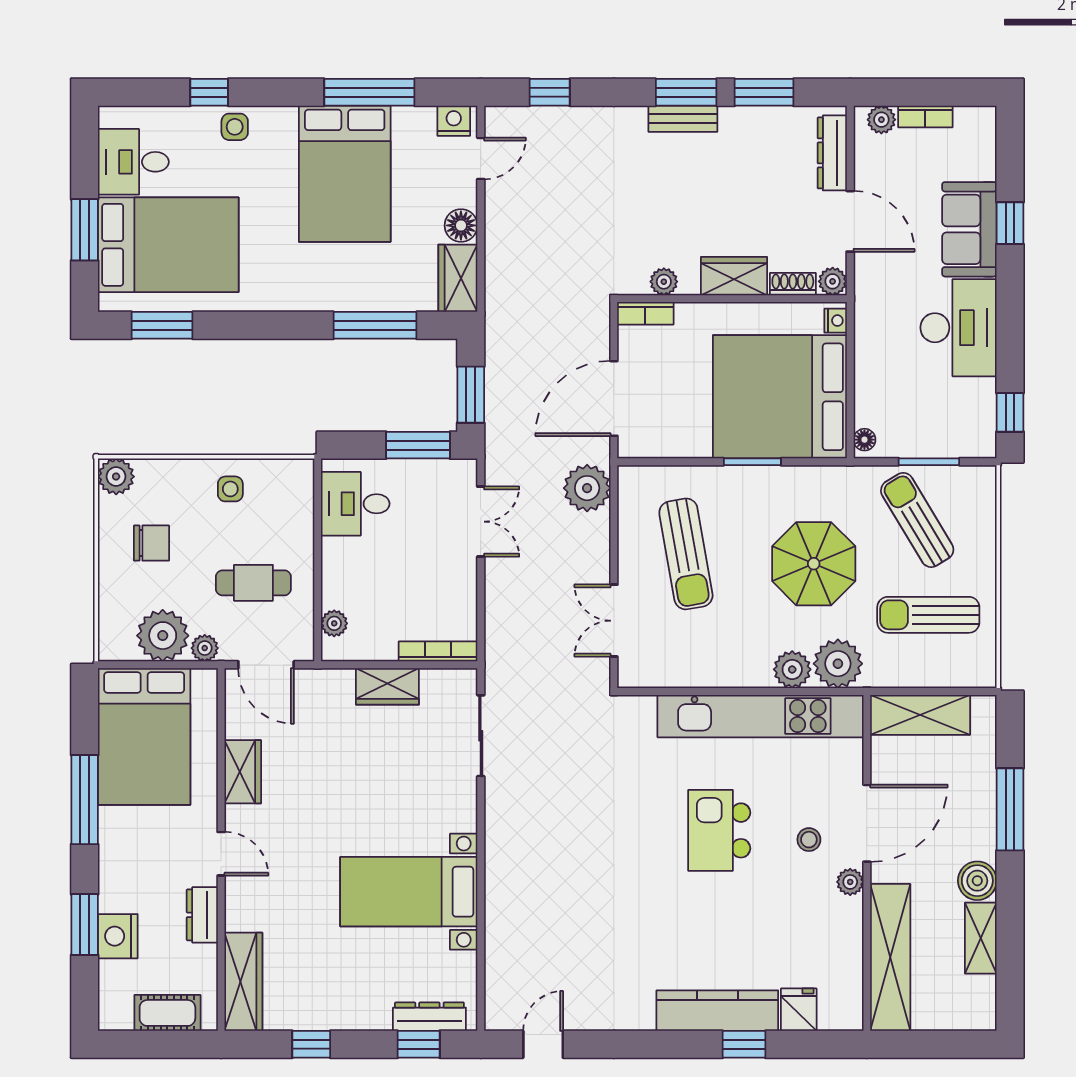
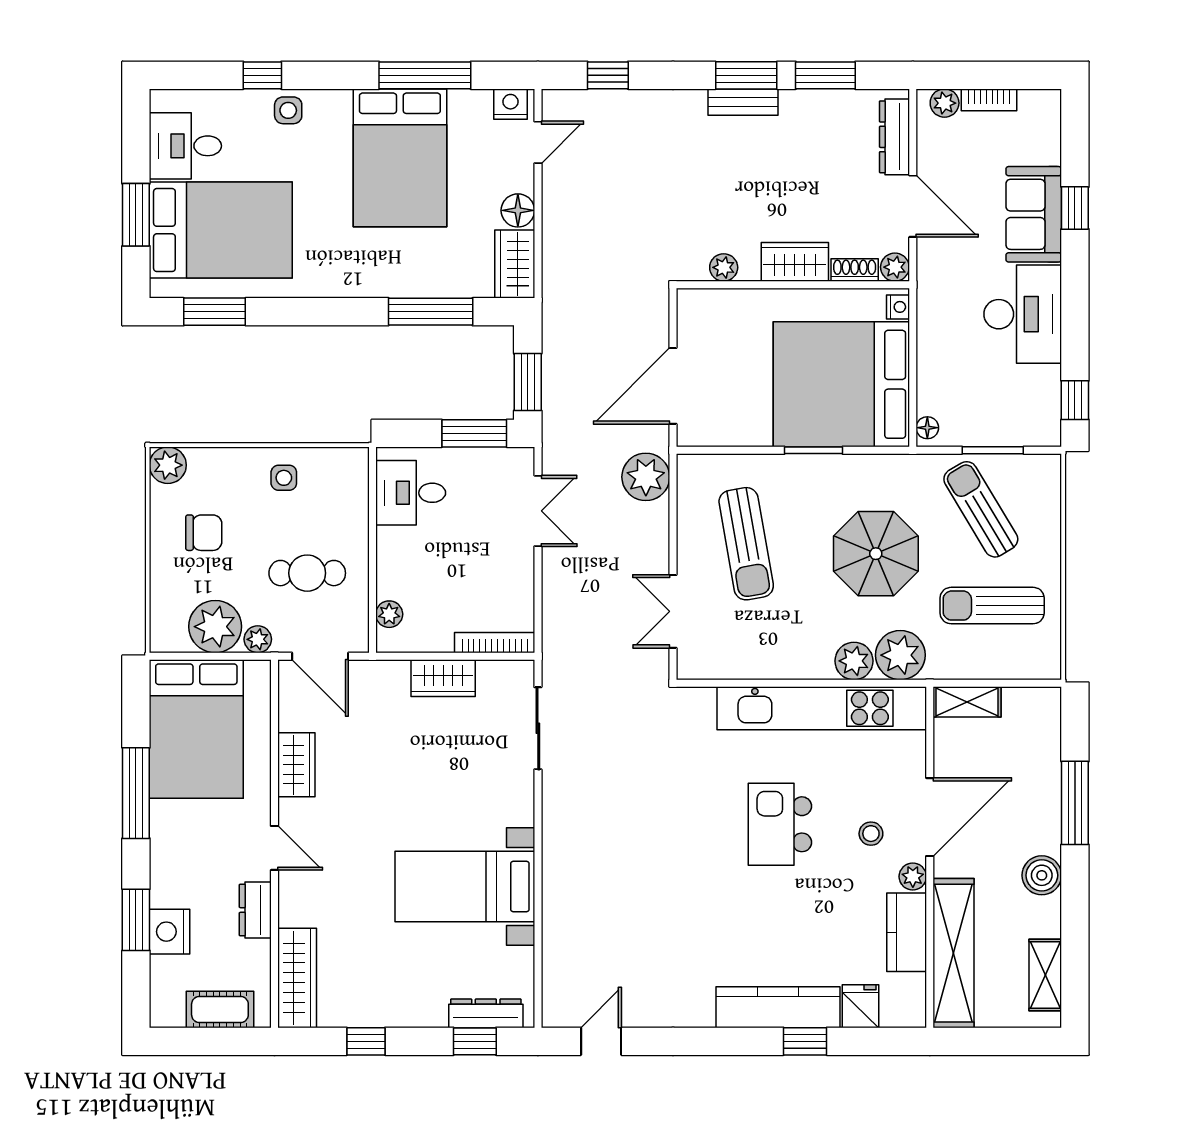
bookcase: (645, 313) -> (705, 300), removed
shelving: (920, 715) -> (967, 702), width x0.67, depth x0.75
kitchen counter: (844, 937) -> (907, 932), added
shelving: (981, 938) -> (1045, 975), moved

